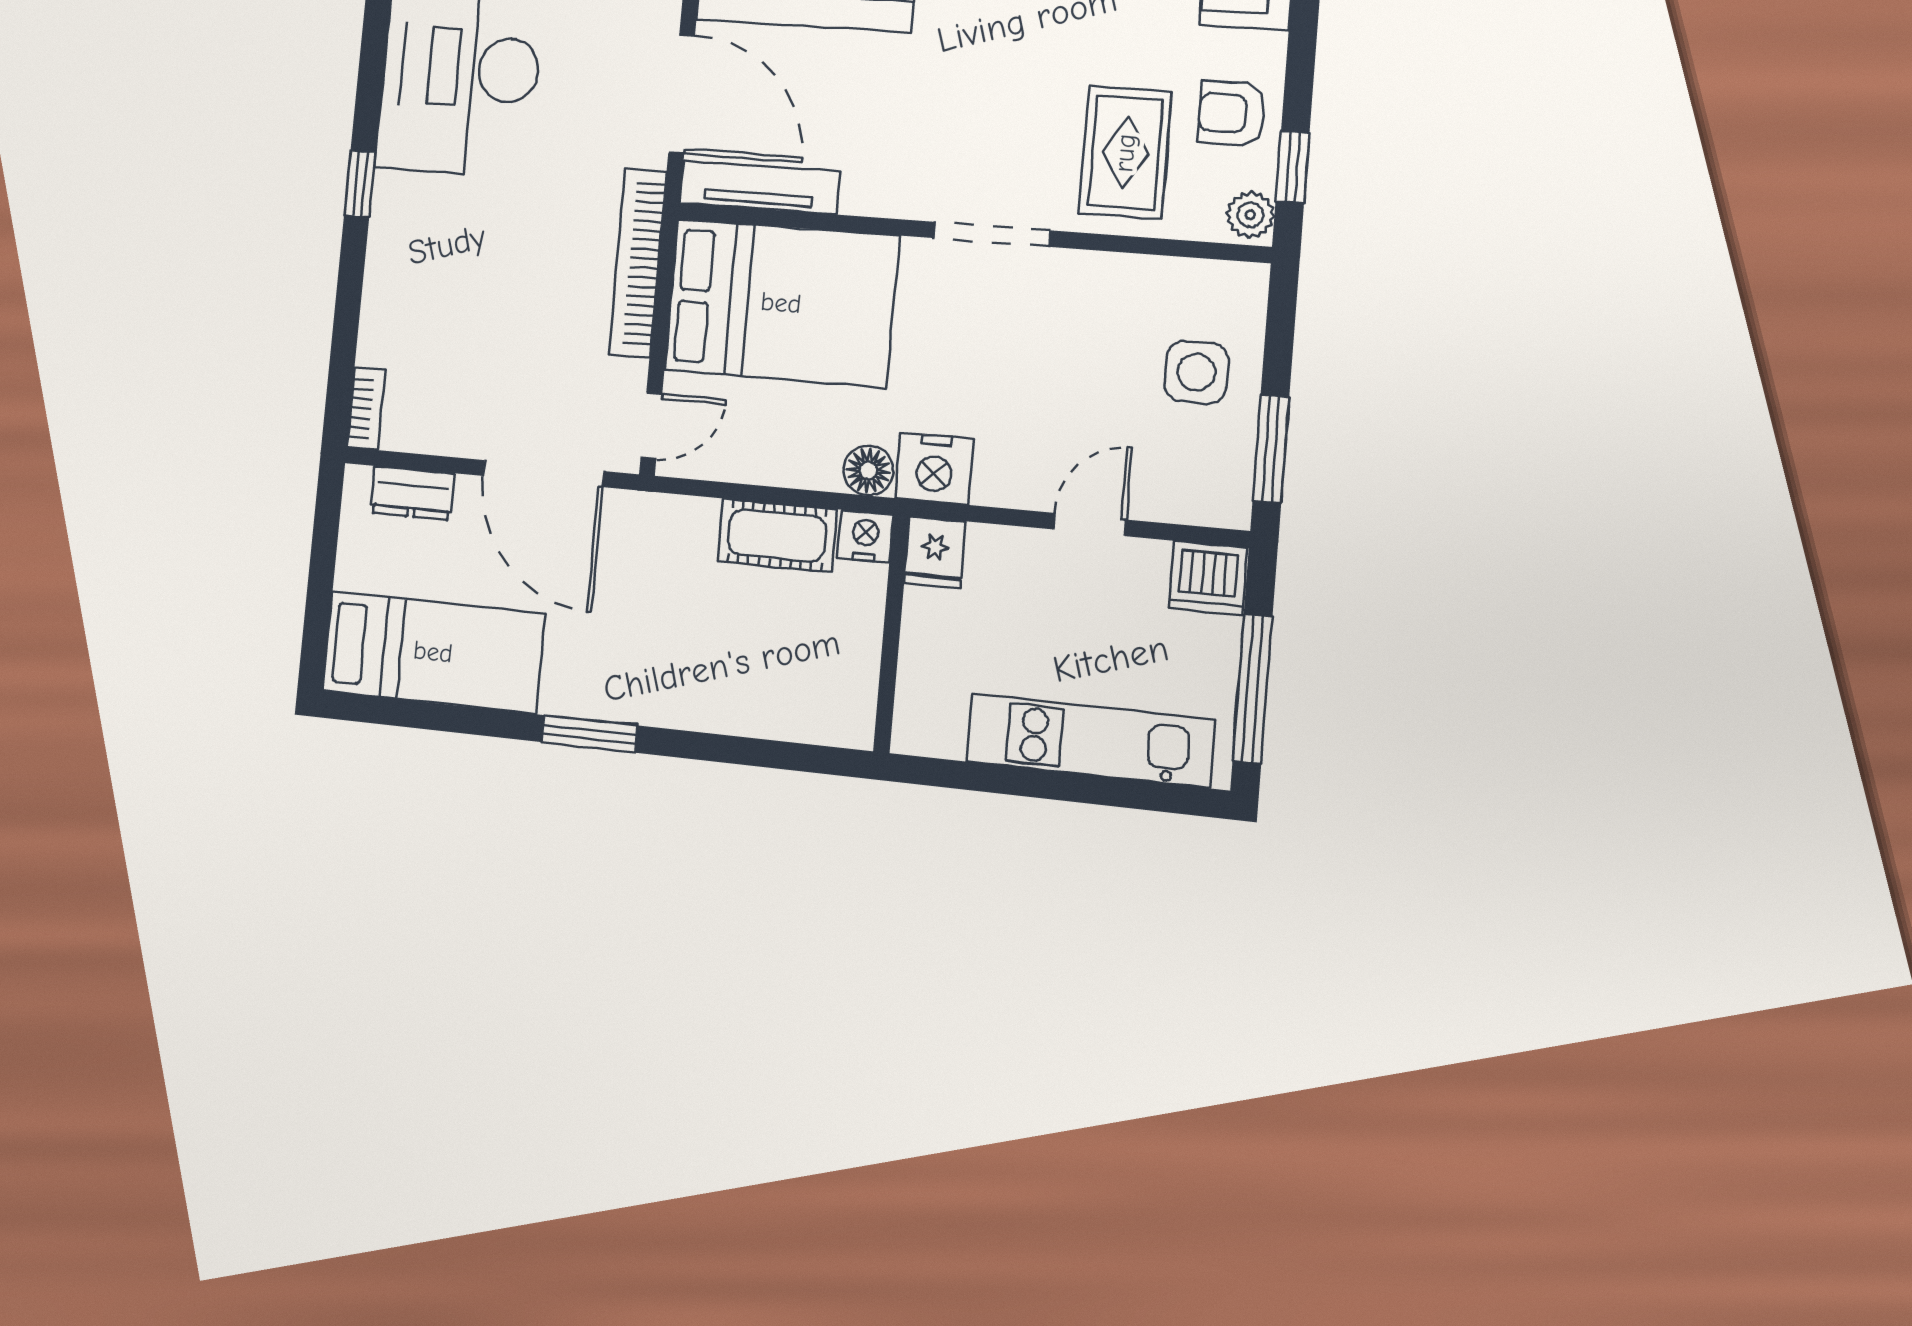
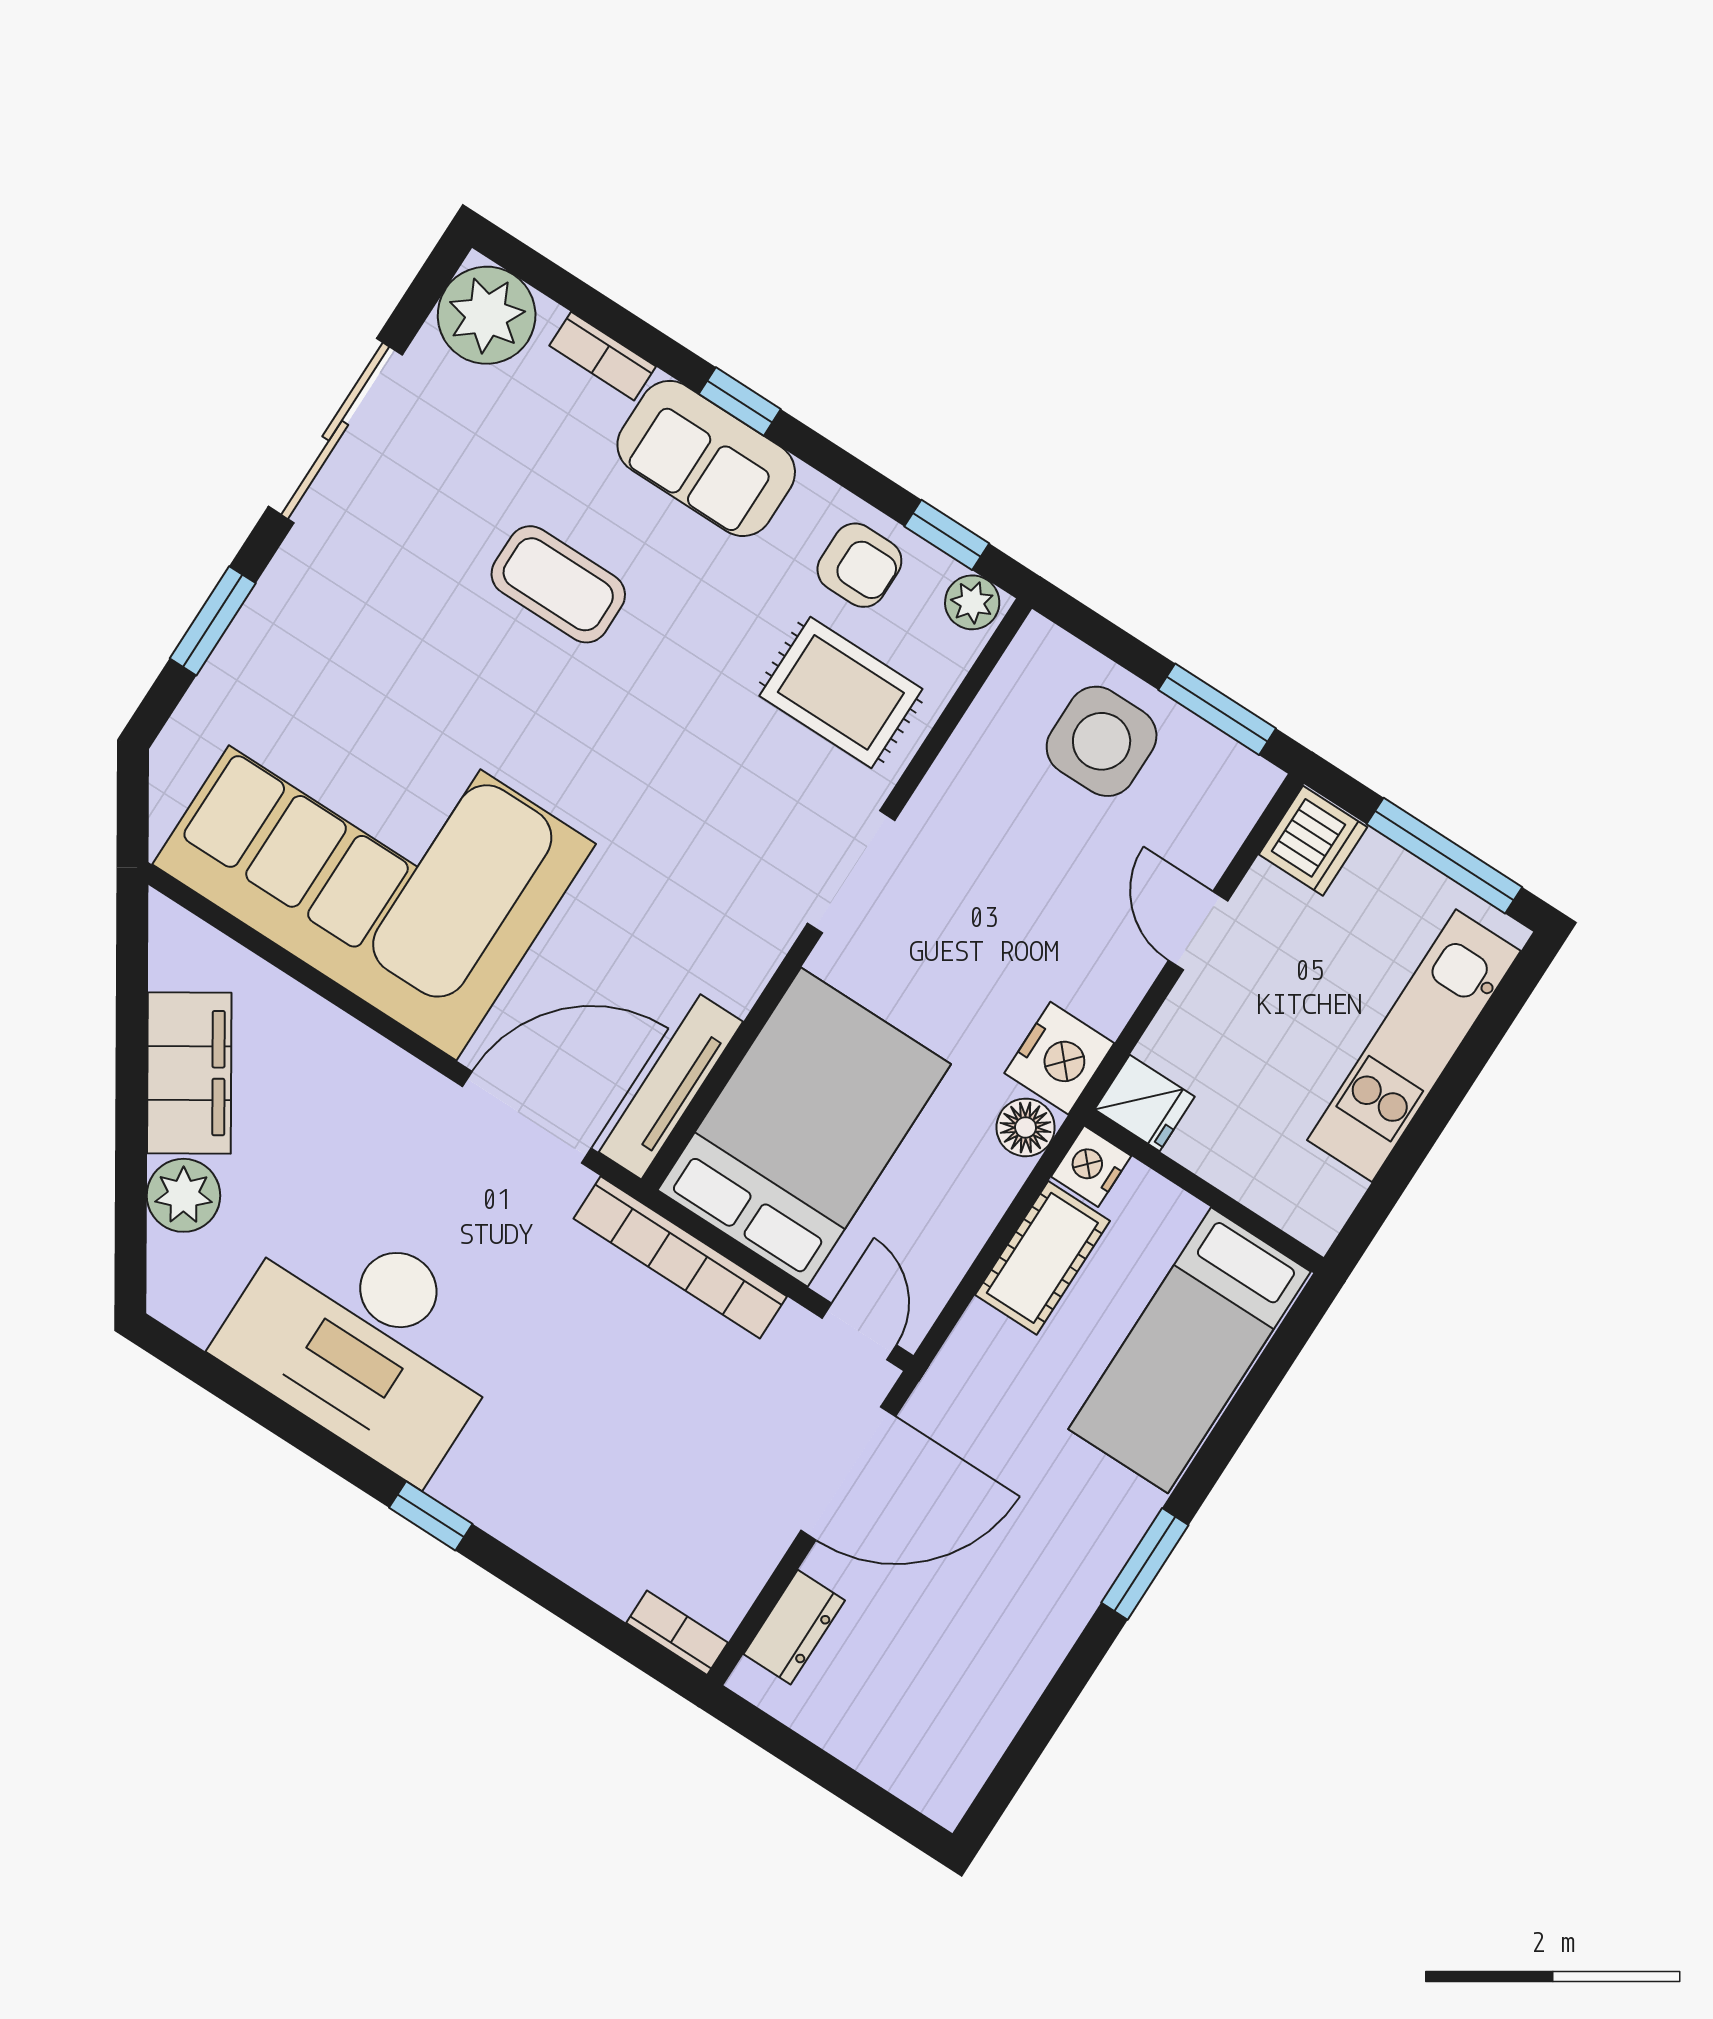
armchair: (1232, 113) -> (859, 565), turned -90
side table: (1196, 372) -> (1102, 741), width x1.37, depth x1.37
bed: (433, 652) -> (1189, 1350), moved, turned 180

